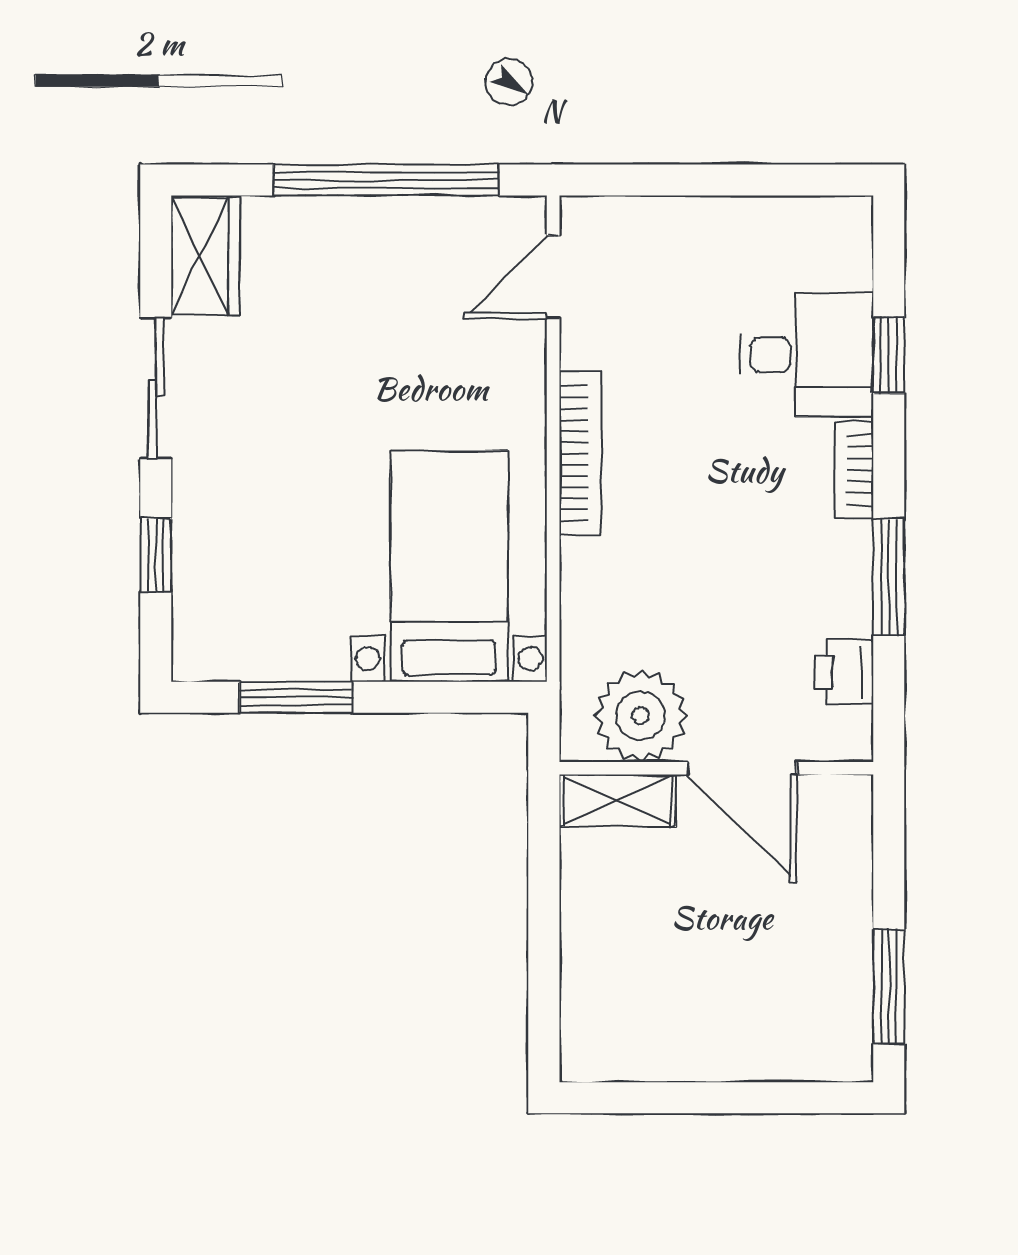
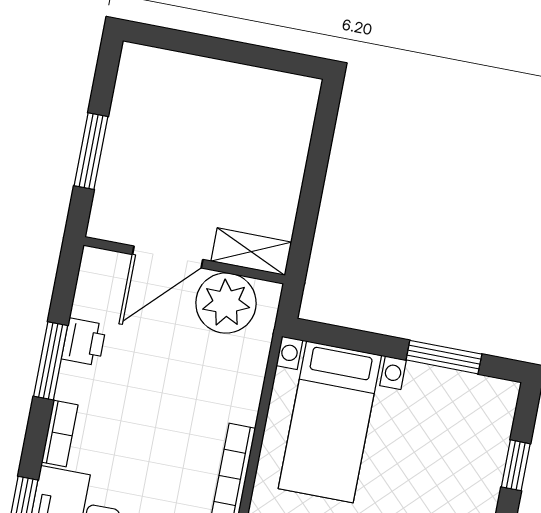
printer: (844, 672) -> (84, 342), moved
door: (742, 768) -> (168, 257), swing flipped
window: (889, 986) -> (91, 151), moved

